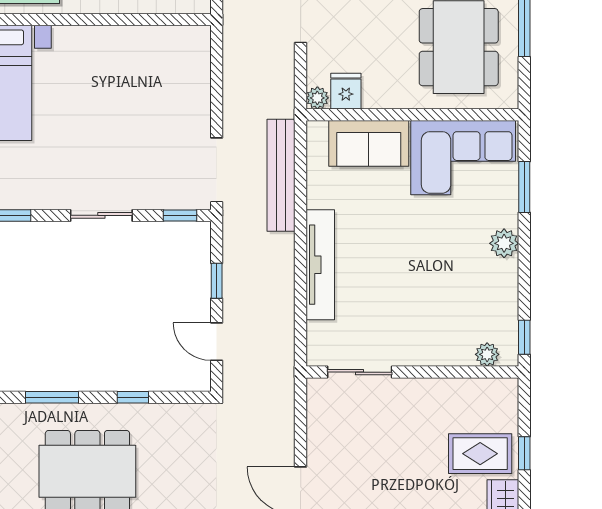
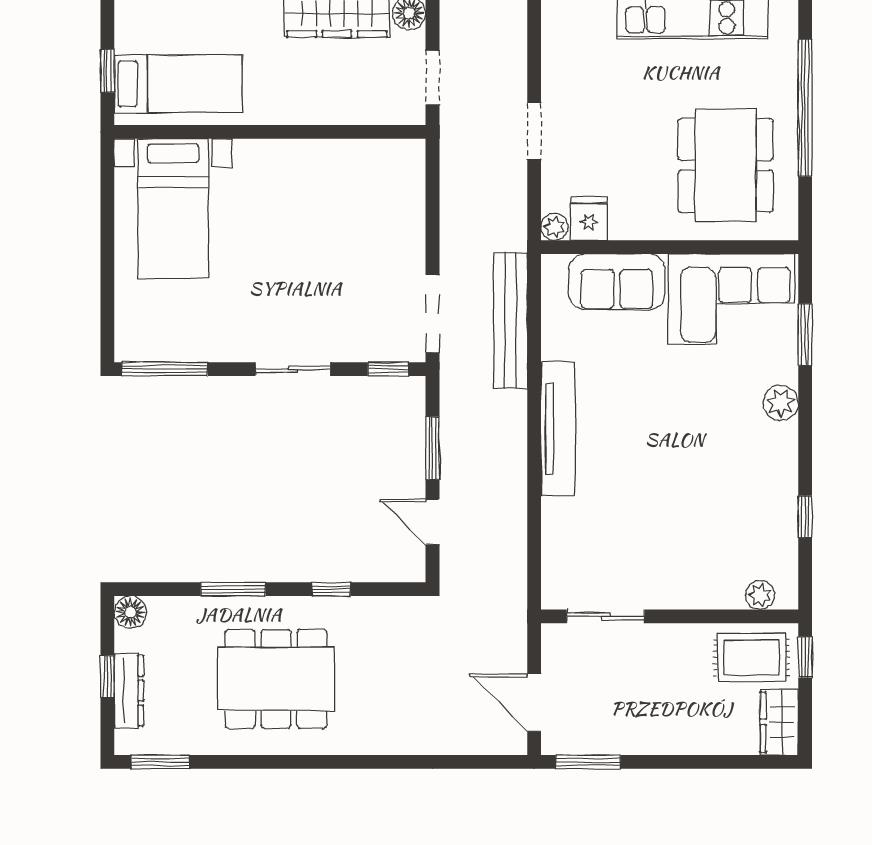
window: (217, 281) -> (433, 448), width x1.50
plant: (487, 354) -> (760, 595), moved
sliding door: (360, 372) -> (606, 616), moved
wall: (412, 372) -> (670, 616), moved

